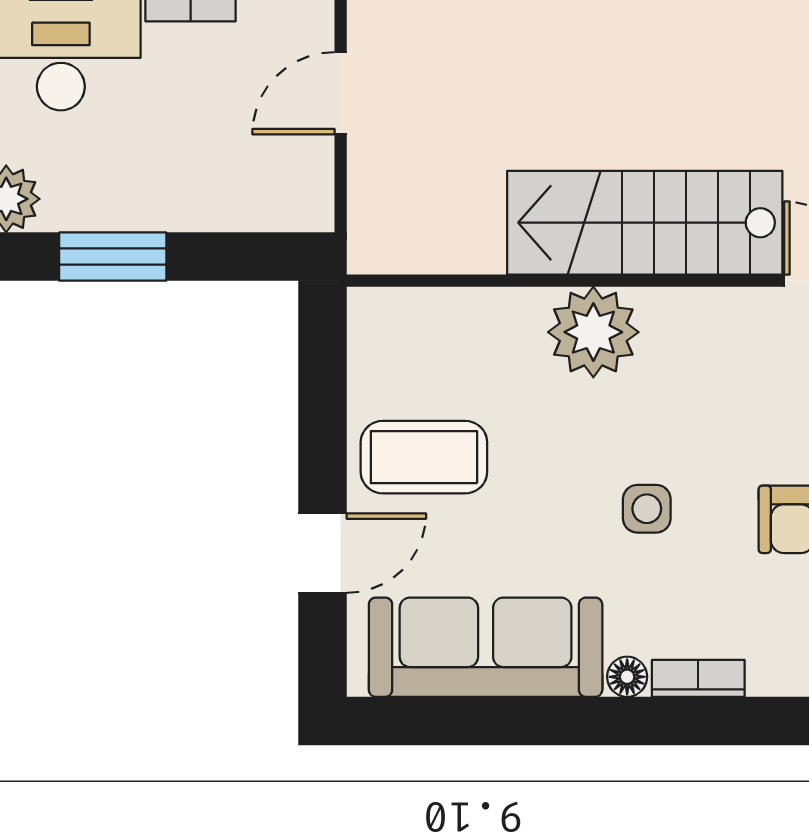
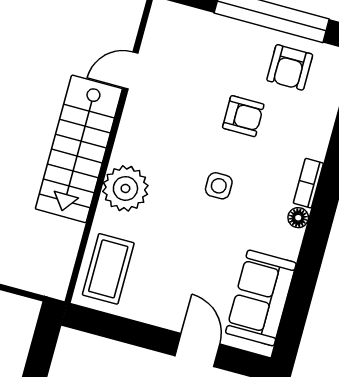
coffee table: (424, 457) -> (108, 269), moved
sofa: (486, 647) -> (261, 298), width x0.73

